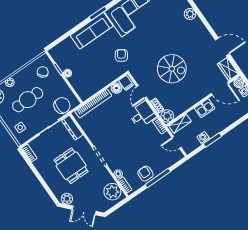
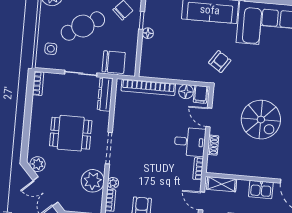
door: (141, 92) -> (209, 117), hinge flipped
cafe table: (28, 100) -> (83, 26), turned -30
plant: (167, 116) -> (215, 165), removed
dining table: (71, 166) -> (71, 133), turned 90
plant: (112, 192) -> (93, 181), moved

